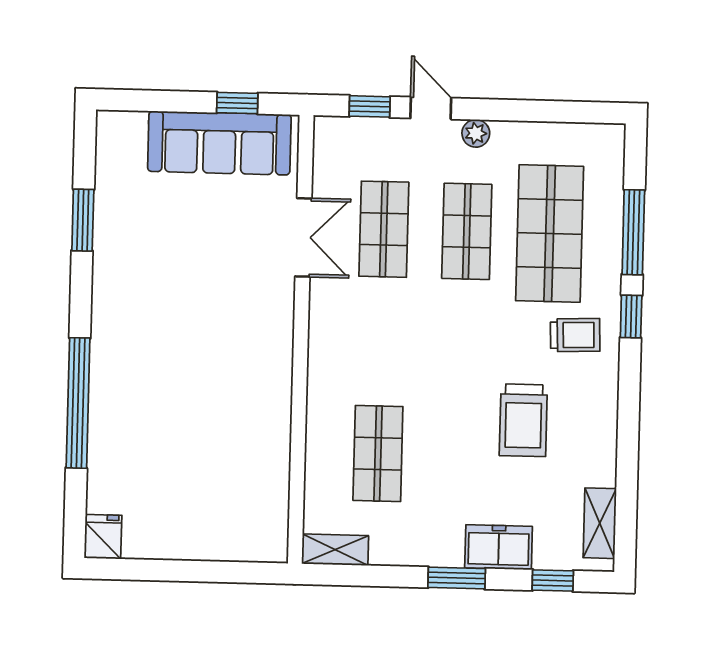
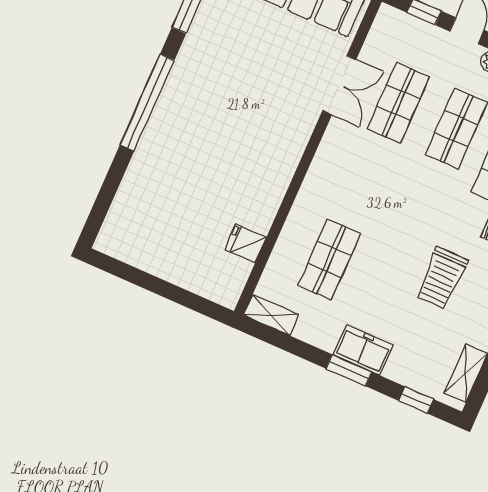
window: (78, 403) -> (147, 103), moved
fridge: (103, 537) -> (246, 243), moved, turned -90
freezer: (499, 547) -> (363, 350), moved

